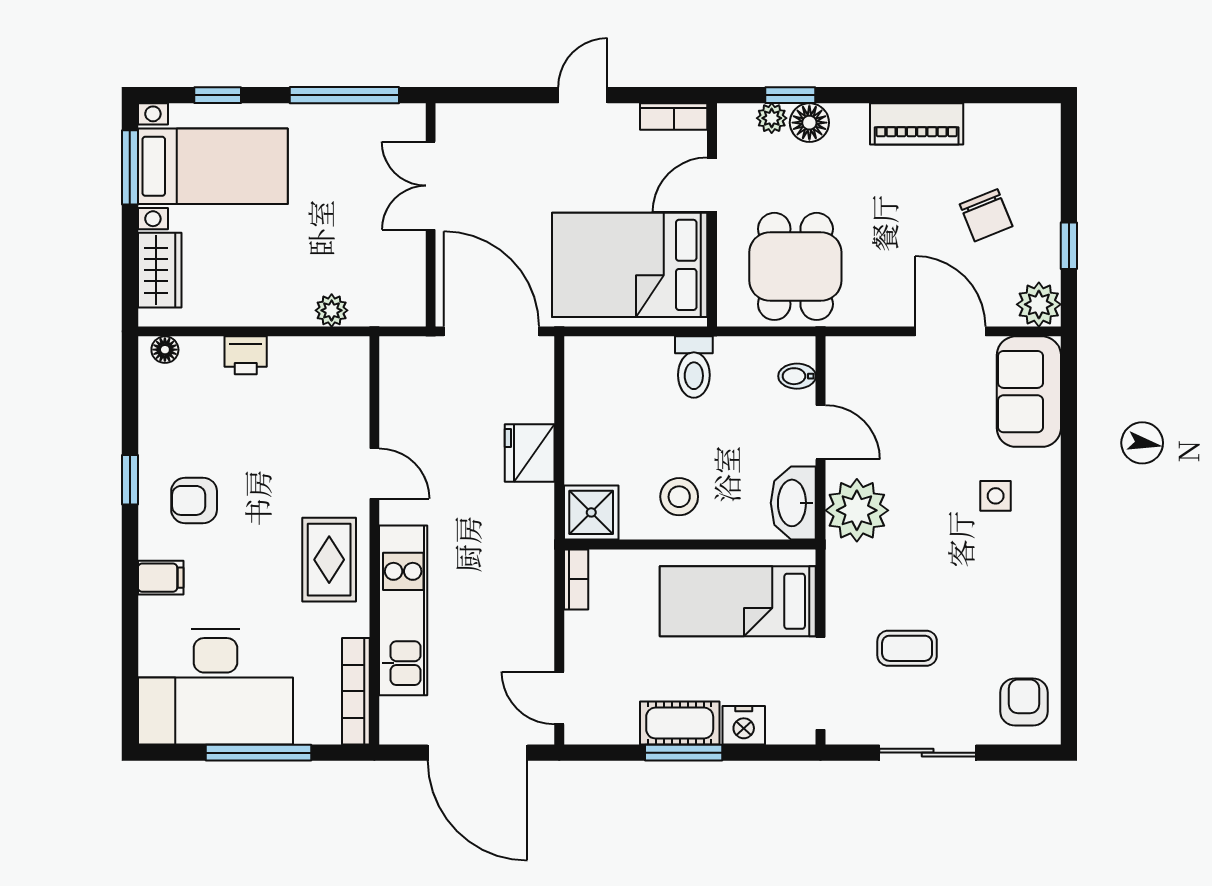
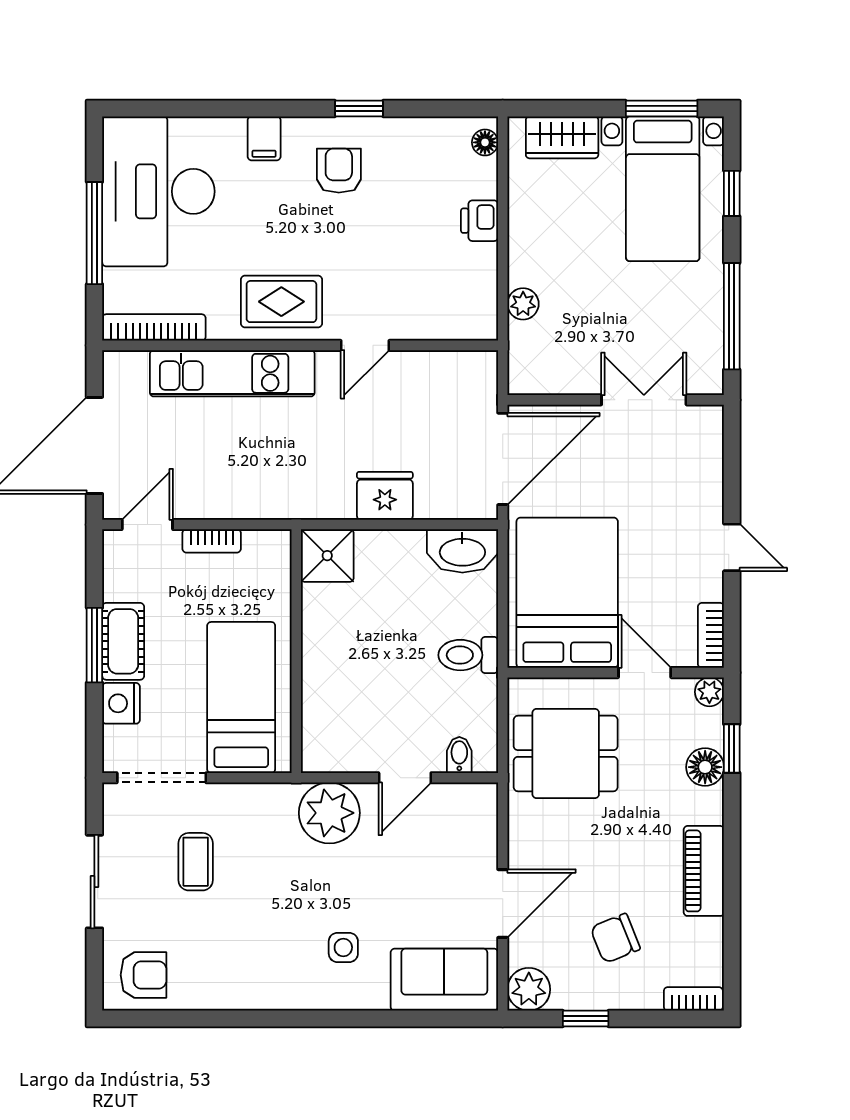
plant: (772, 118) -> (709, 692), moved
bookcase: (1049, 135) -> (693, 999), added
stool: (679, 497) -> (343, 641), removed
washbasin: (793, 503) -> (462, 551), moved, turned 180
bookcase: (576, 579) -> (212, 541), moved

